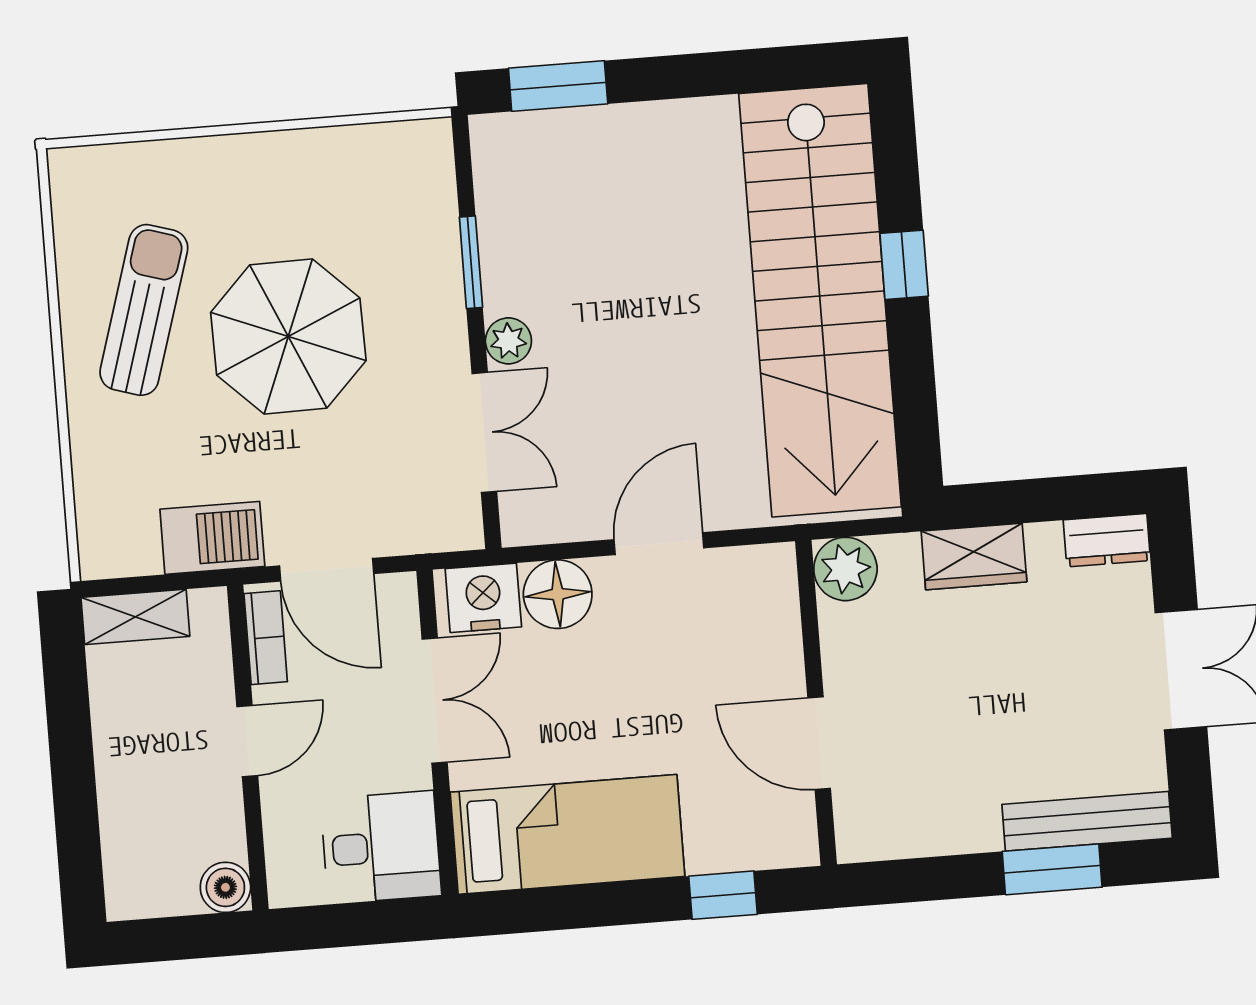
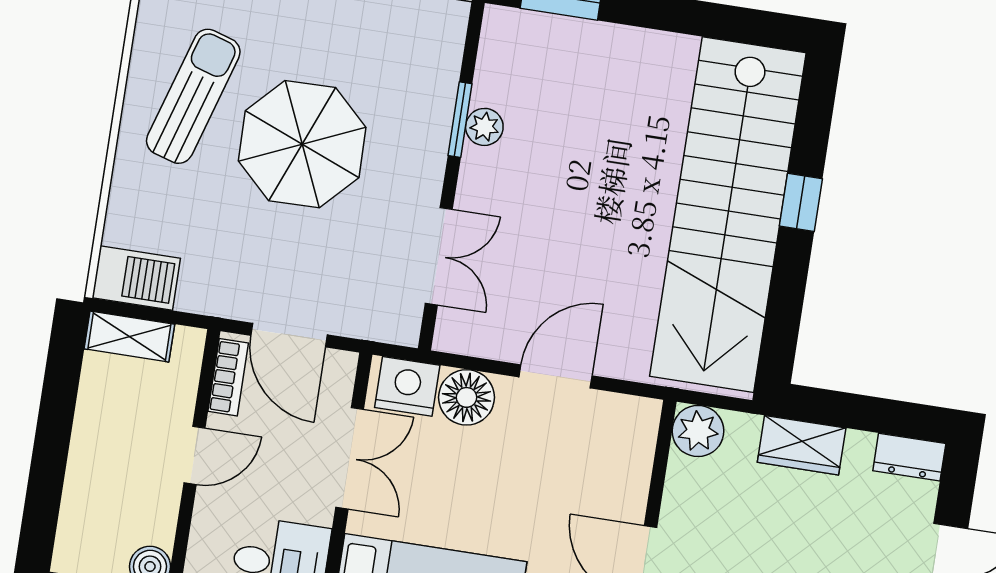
plant: (508, 341) -> (484, 127), moved
barbecue: (212, 538) -> (136, 278), moved

